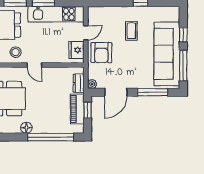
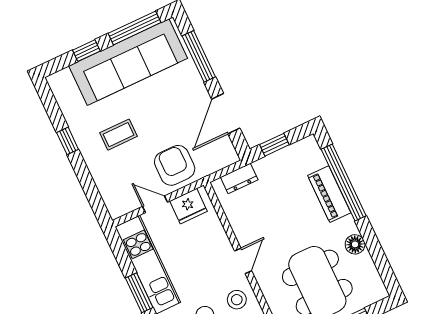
armchair: (101, 53) -> (175, 165), turned -90
plant: (92, 84) -> (230, 157), removed
door: (116, 92) -> (226, 114), swing flipped
piano: (77, 109) -> (329, 194), moved, turned 90
floor lamp: (26, 128) -> (355, 244), moved

